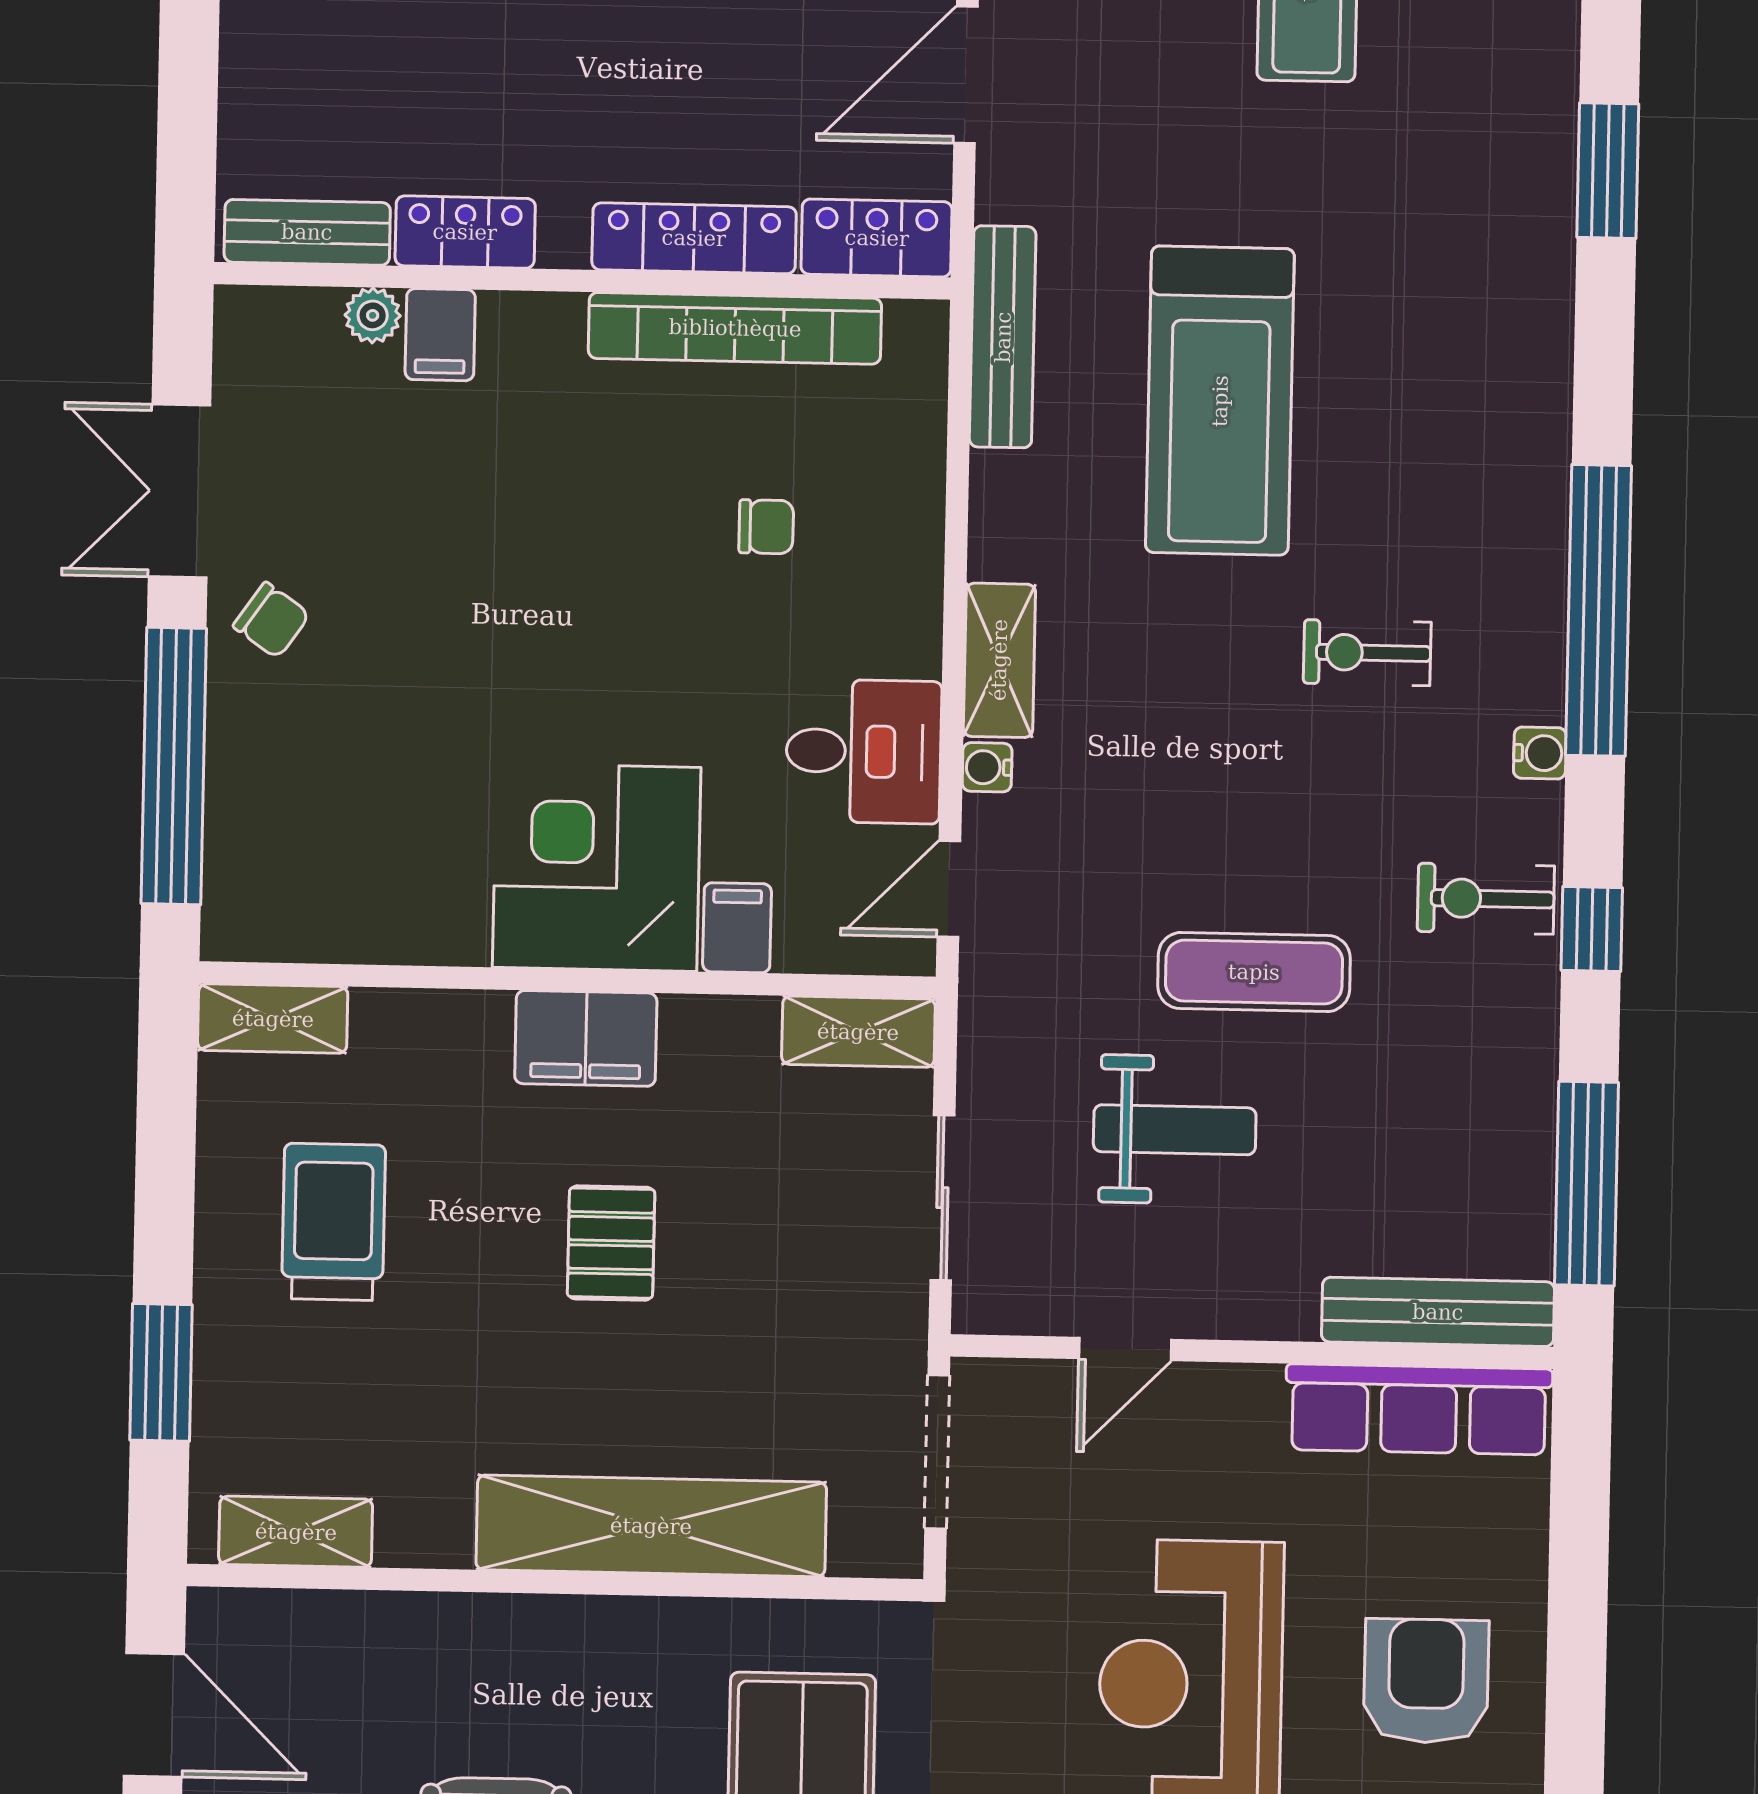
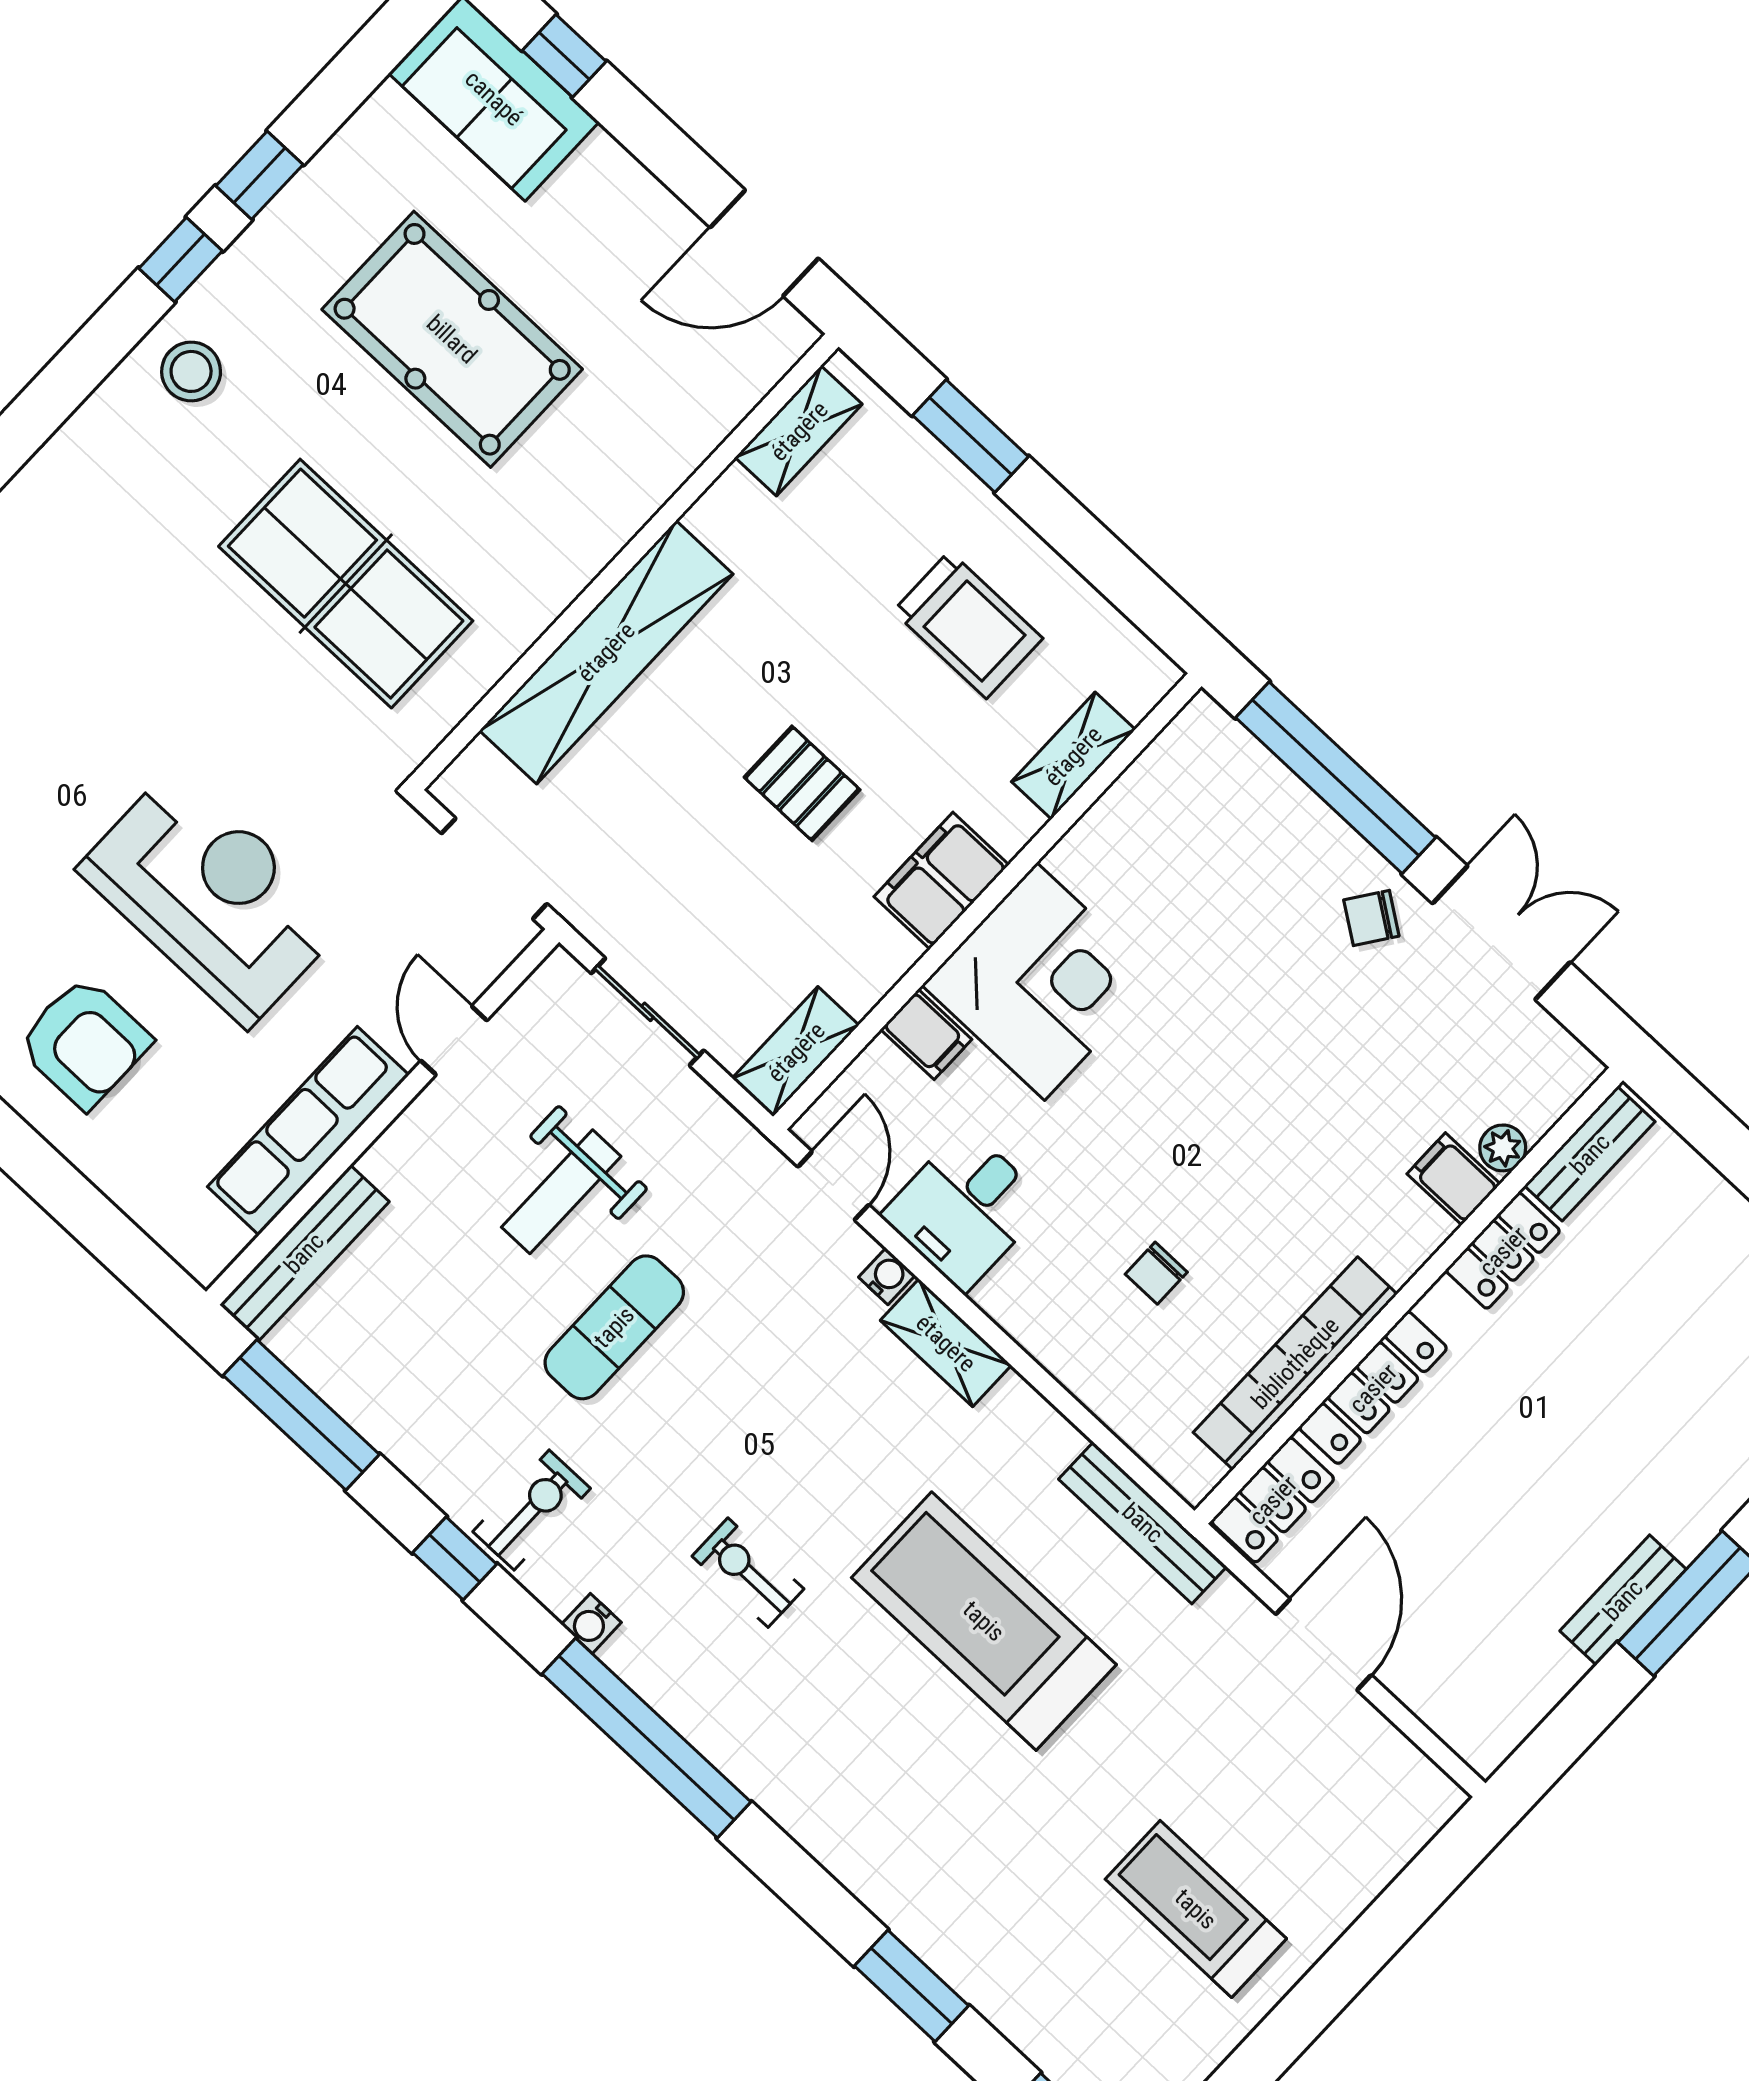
exercise bike: (1367, 653) -> (748, 1573), turned -90
shelving: (273, 1019) -> (1073, 756), moved
row of seats: (1419, 1409) -> (308, 1131), moved

